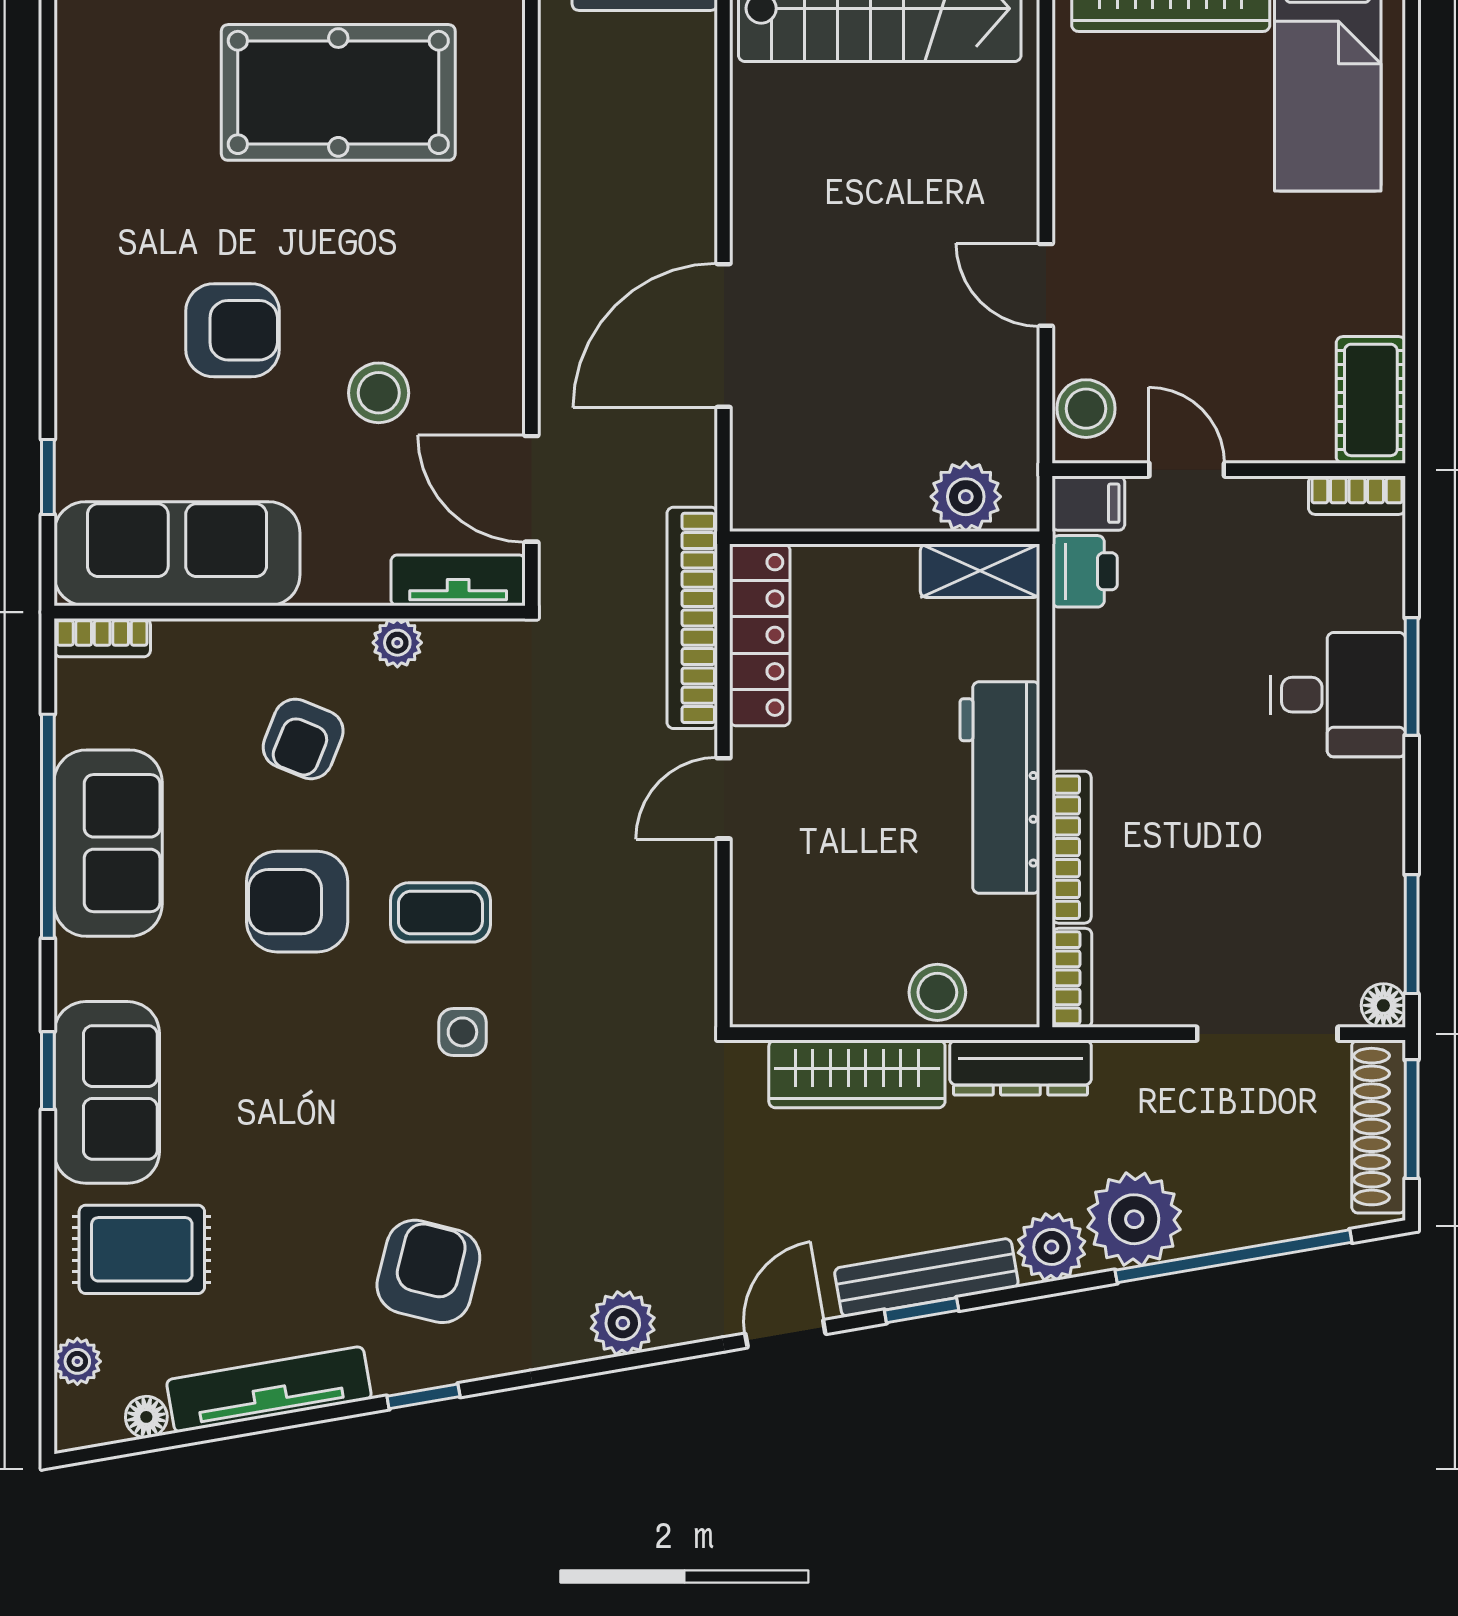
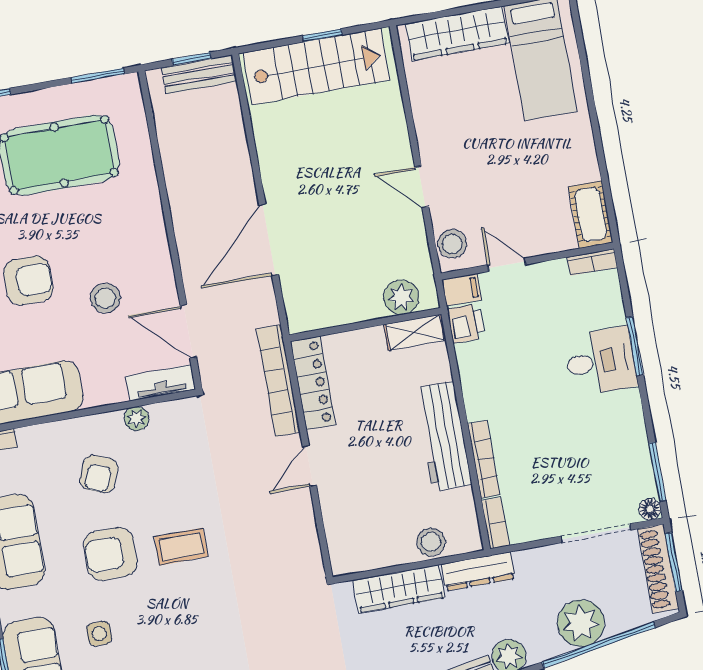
side table: (462, 1032) -> (99, 634), moved
plant: (1134, 1219) -> (581, 623), moved

